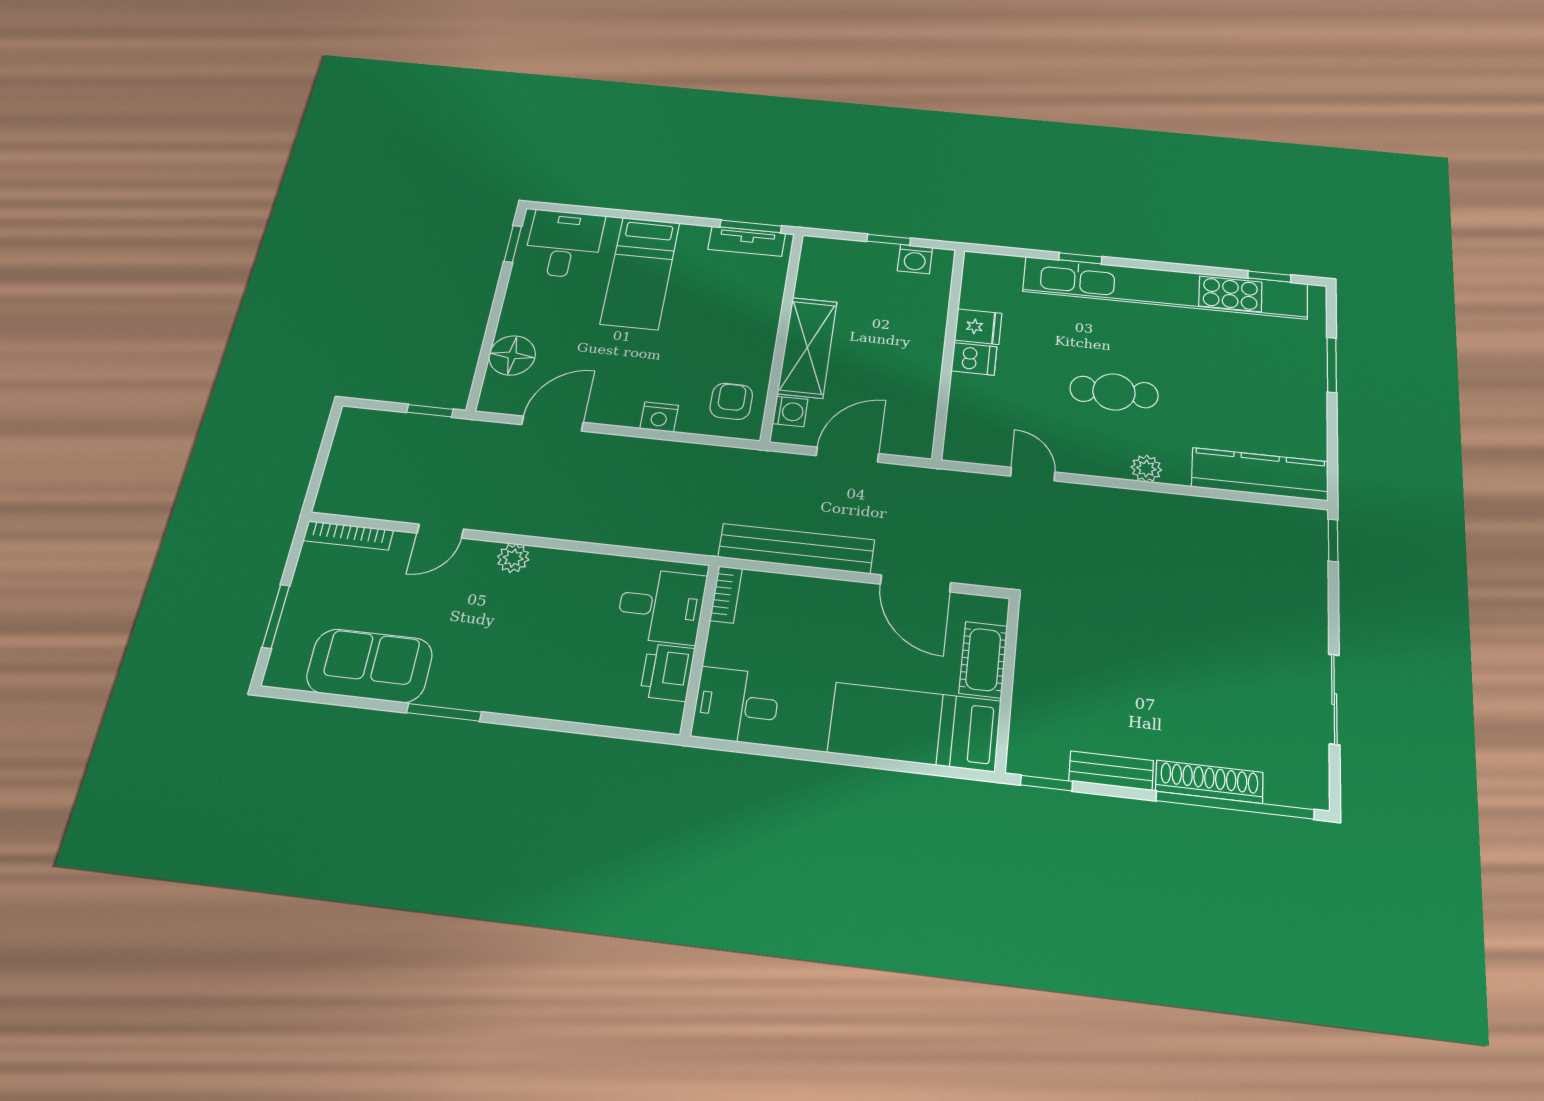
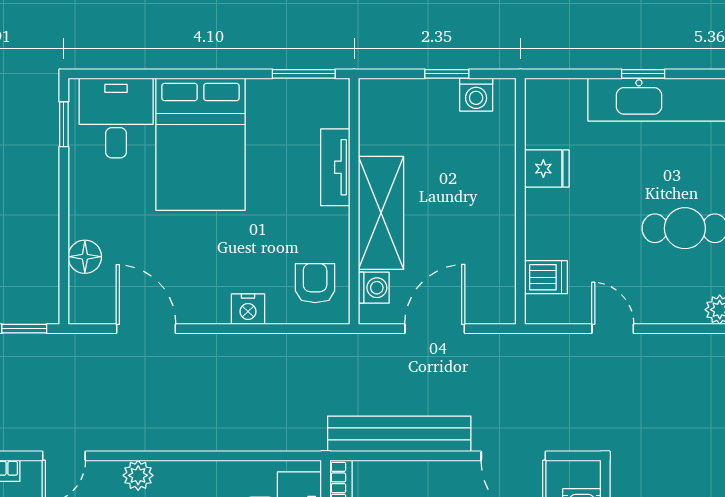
tv unit: (747, 241) -> (335, 167), moved, turned 90
bed: (640, 273) -> (201, 144), width x1.50
floor lamp: (512, 355) -> (85, 257), width x0.73, depth x0.73
dishwasher: (974, 359) -> (546, 277), moved
door: (552, 424) -> (146, 329), hinge flipped

